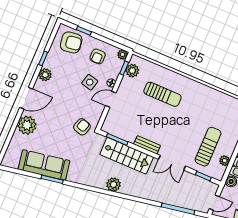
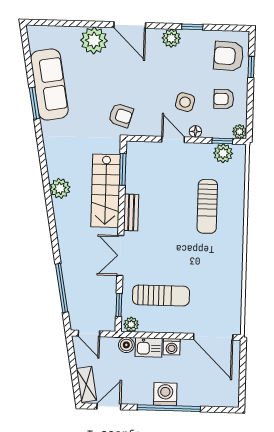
armchair: (71, 42) -> (229, 56), turned 101
plant: (225, 161) -> (131, 324), moved

